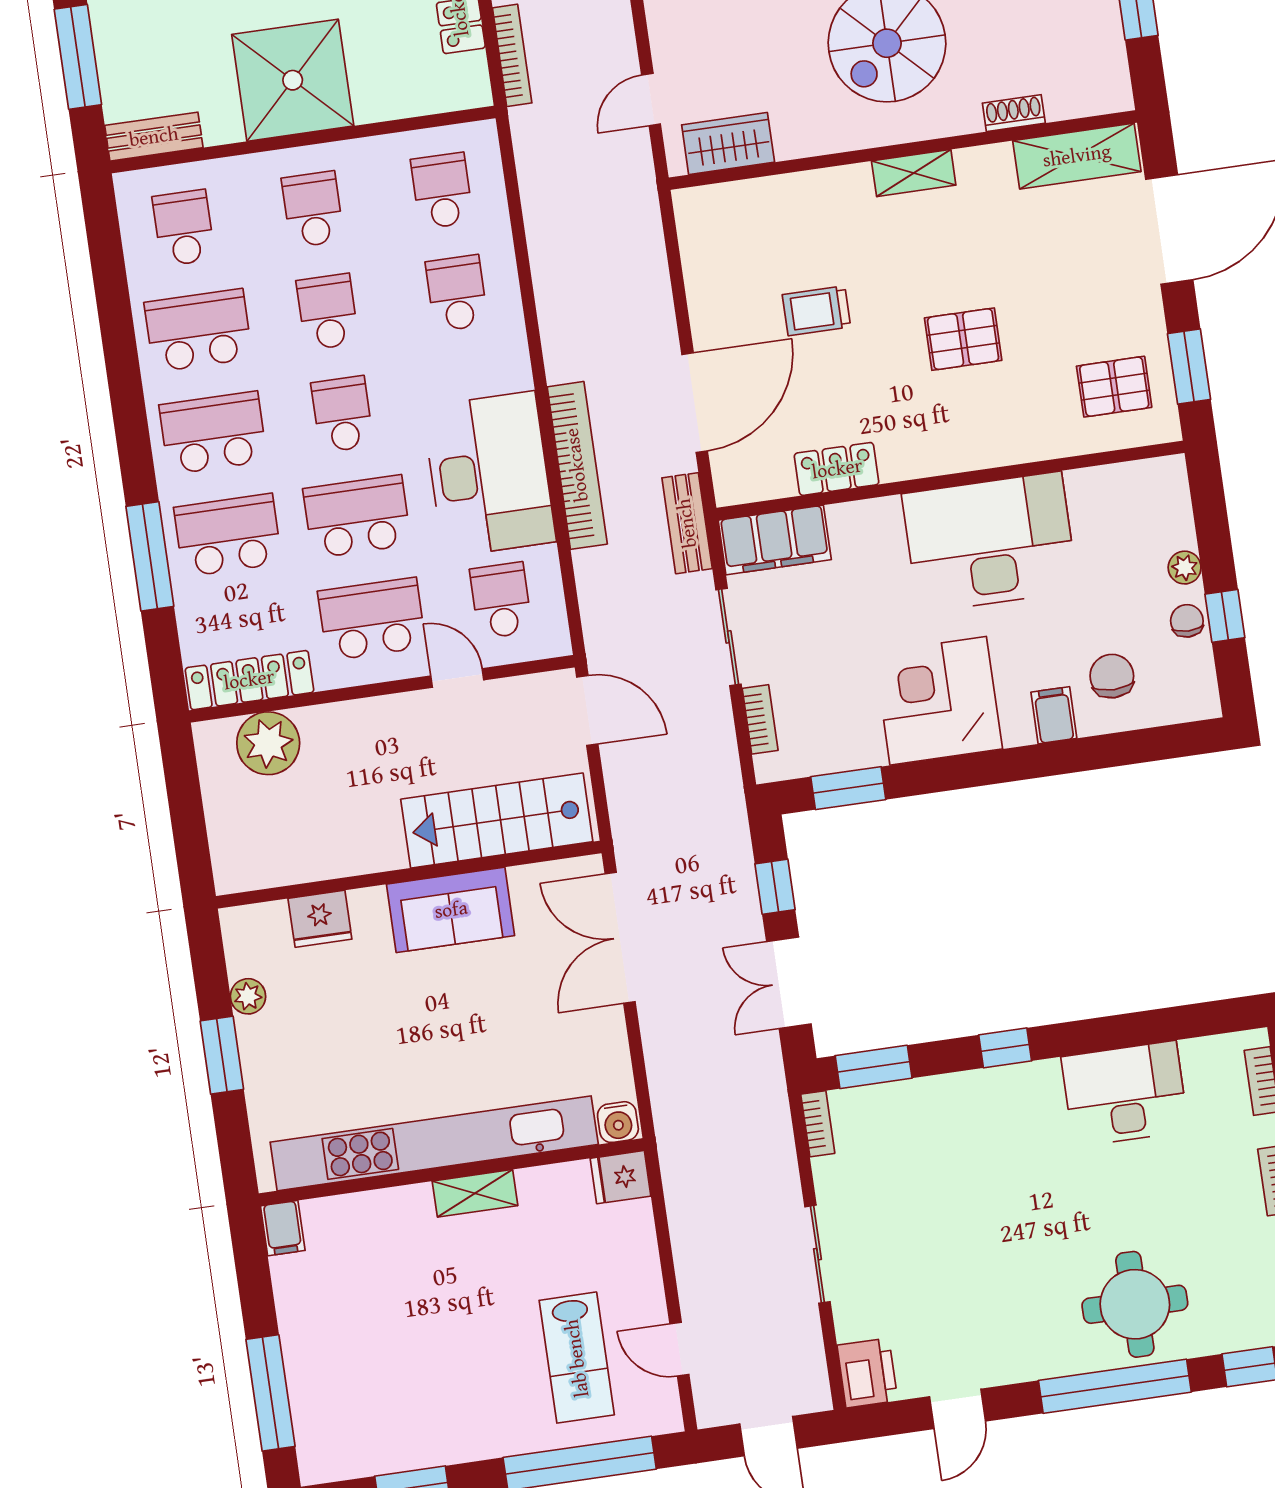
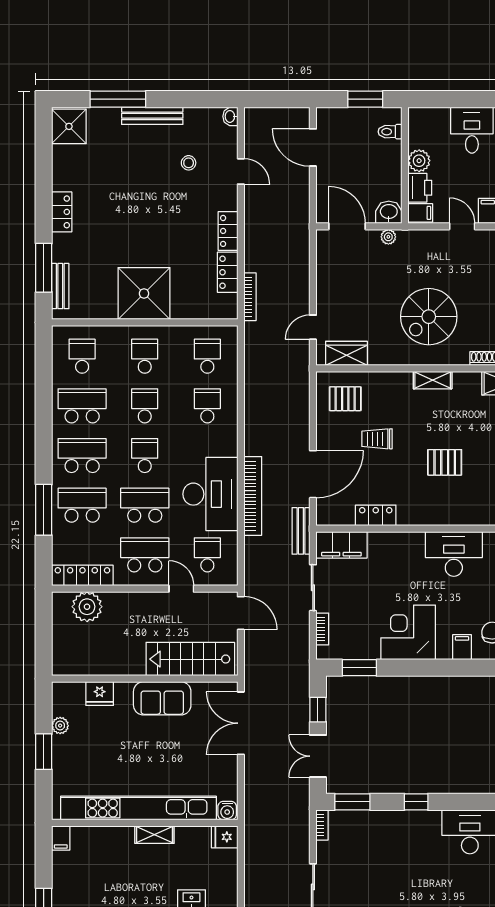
bench: (154, 137) -> (60, 286), moved, turned 90
pallet: (739, 237) -> (345, 399), added
desk: (990, 542) -> (454, 554), width x0.73, depth x0.77

